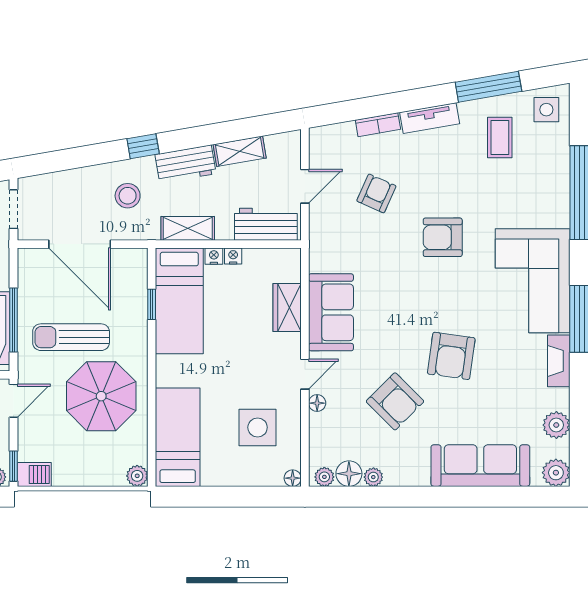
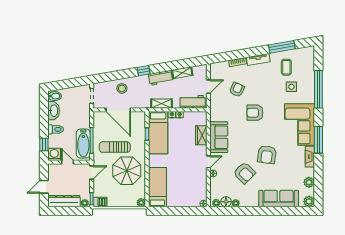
side table: (546, 110) -> (291, 87), moved
stool: (128, 196) -> (122, 88), moved
armchair: (443, 237) -> (255, 113), moved
side table: (258, 427) -> (189, 183), removed

